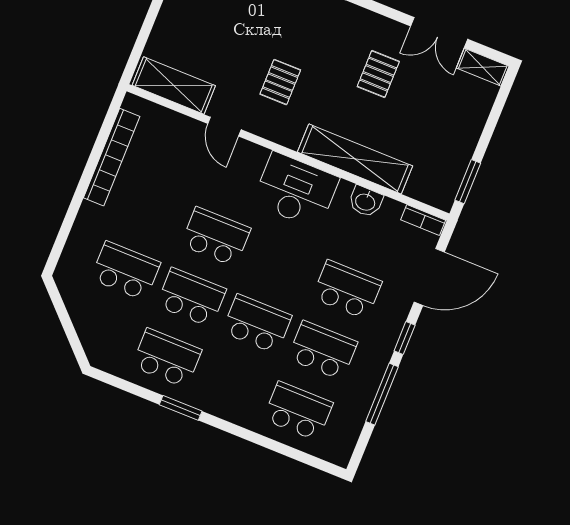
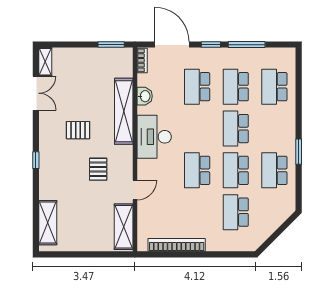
pallet: (378, 74) -> (78, 130), moved
pallet: (280, 82) -> (98, 169), turned 90

